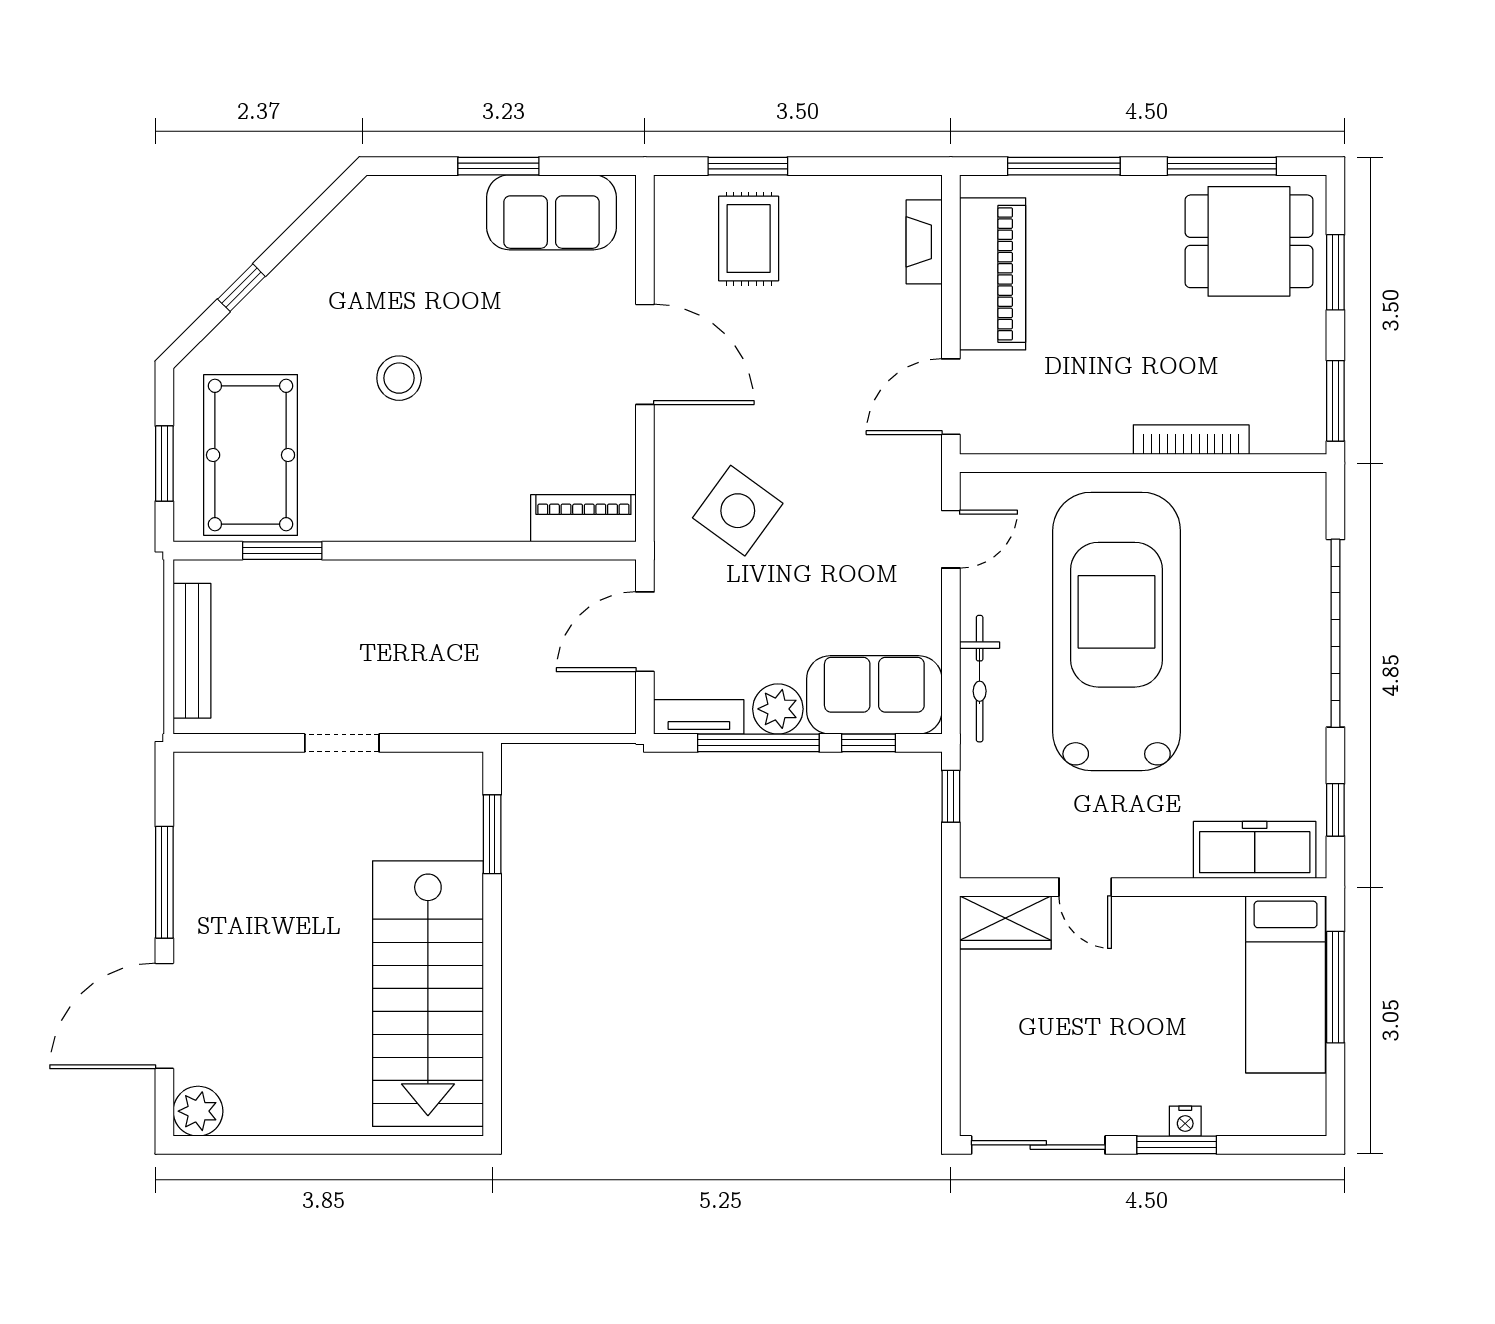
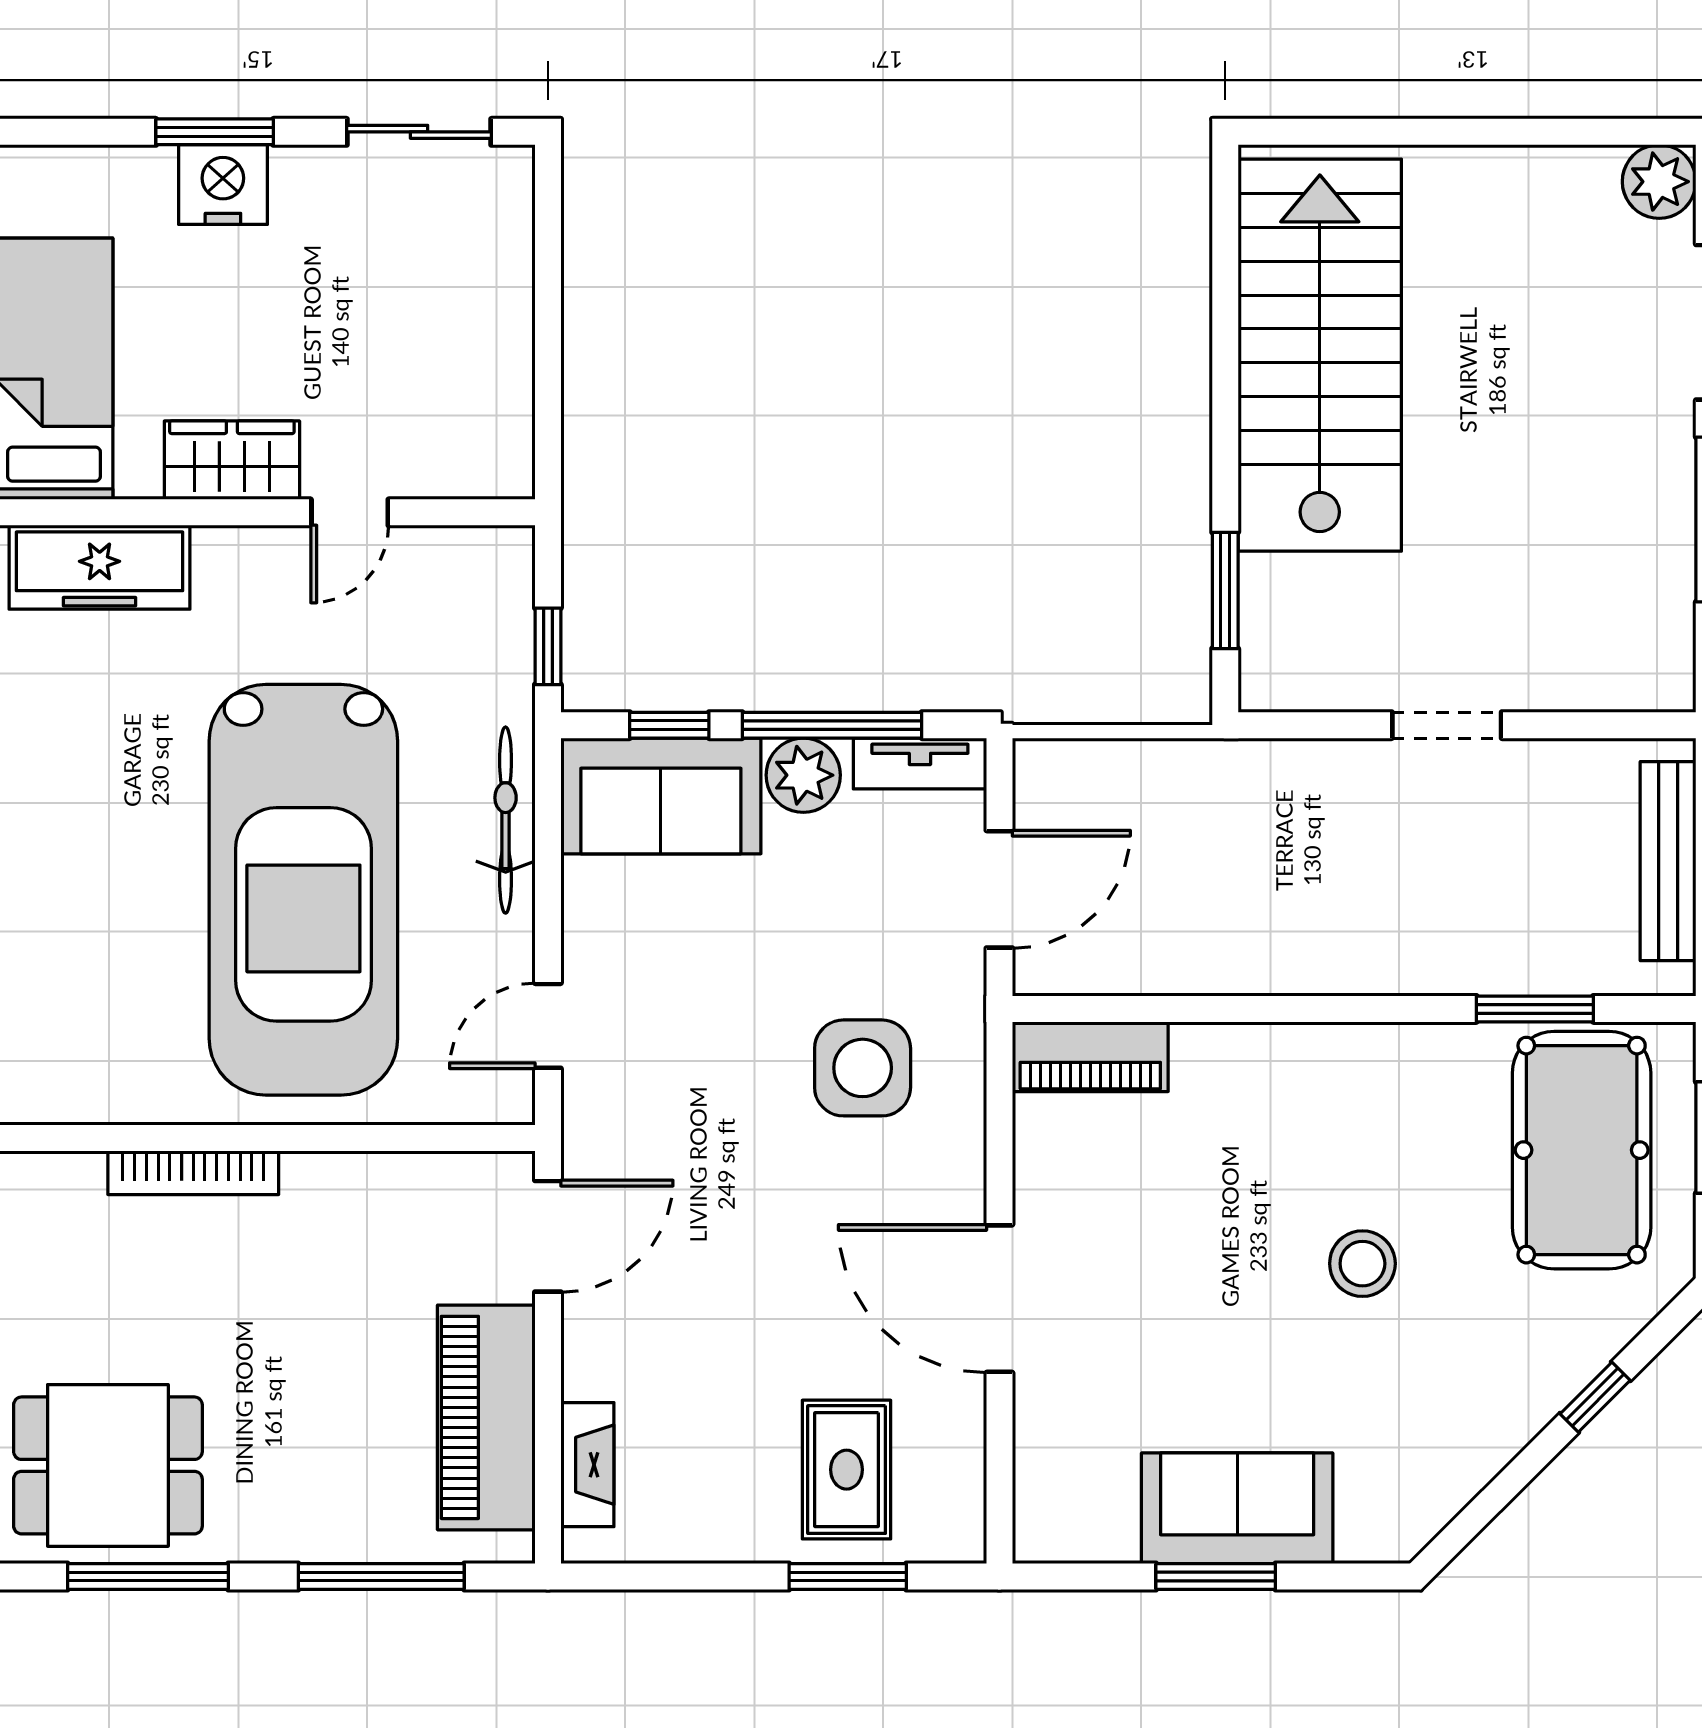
sofa: (551, 212) -> (1237, 1508), moved
side table: (738, 511) -> (863, 1068), turned -36
door: (1085, 887) -> (350, 512), swing flipped
wardrobe: (1005, 922) -> (232, 460), moved
nightstand: (1185, 1121) -> (223, 185), width x1.89, depth x1.79
sliding door: (1038, 1145) -> (419, 132), width x0.73

